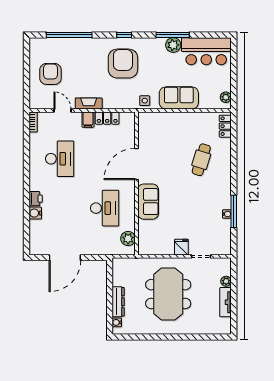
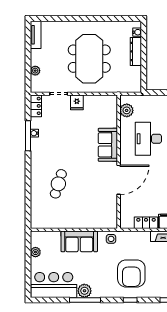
plant: (226, 97) -> (35, 252), moved
locker: (225, 126) -> (36, 106), moved
tv unit: (226, 302) -> (36, 35), moved

